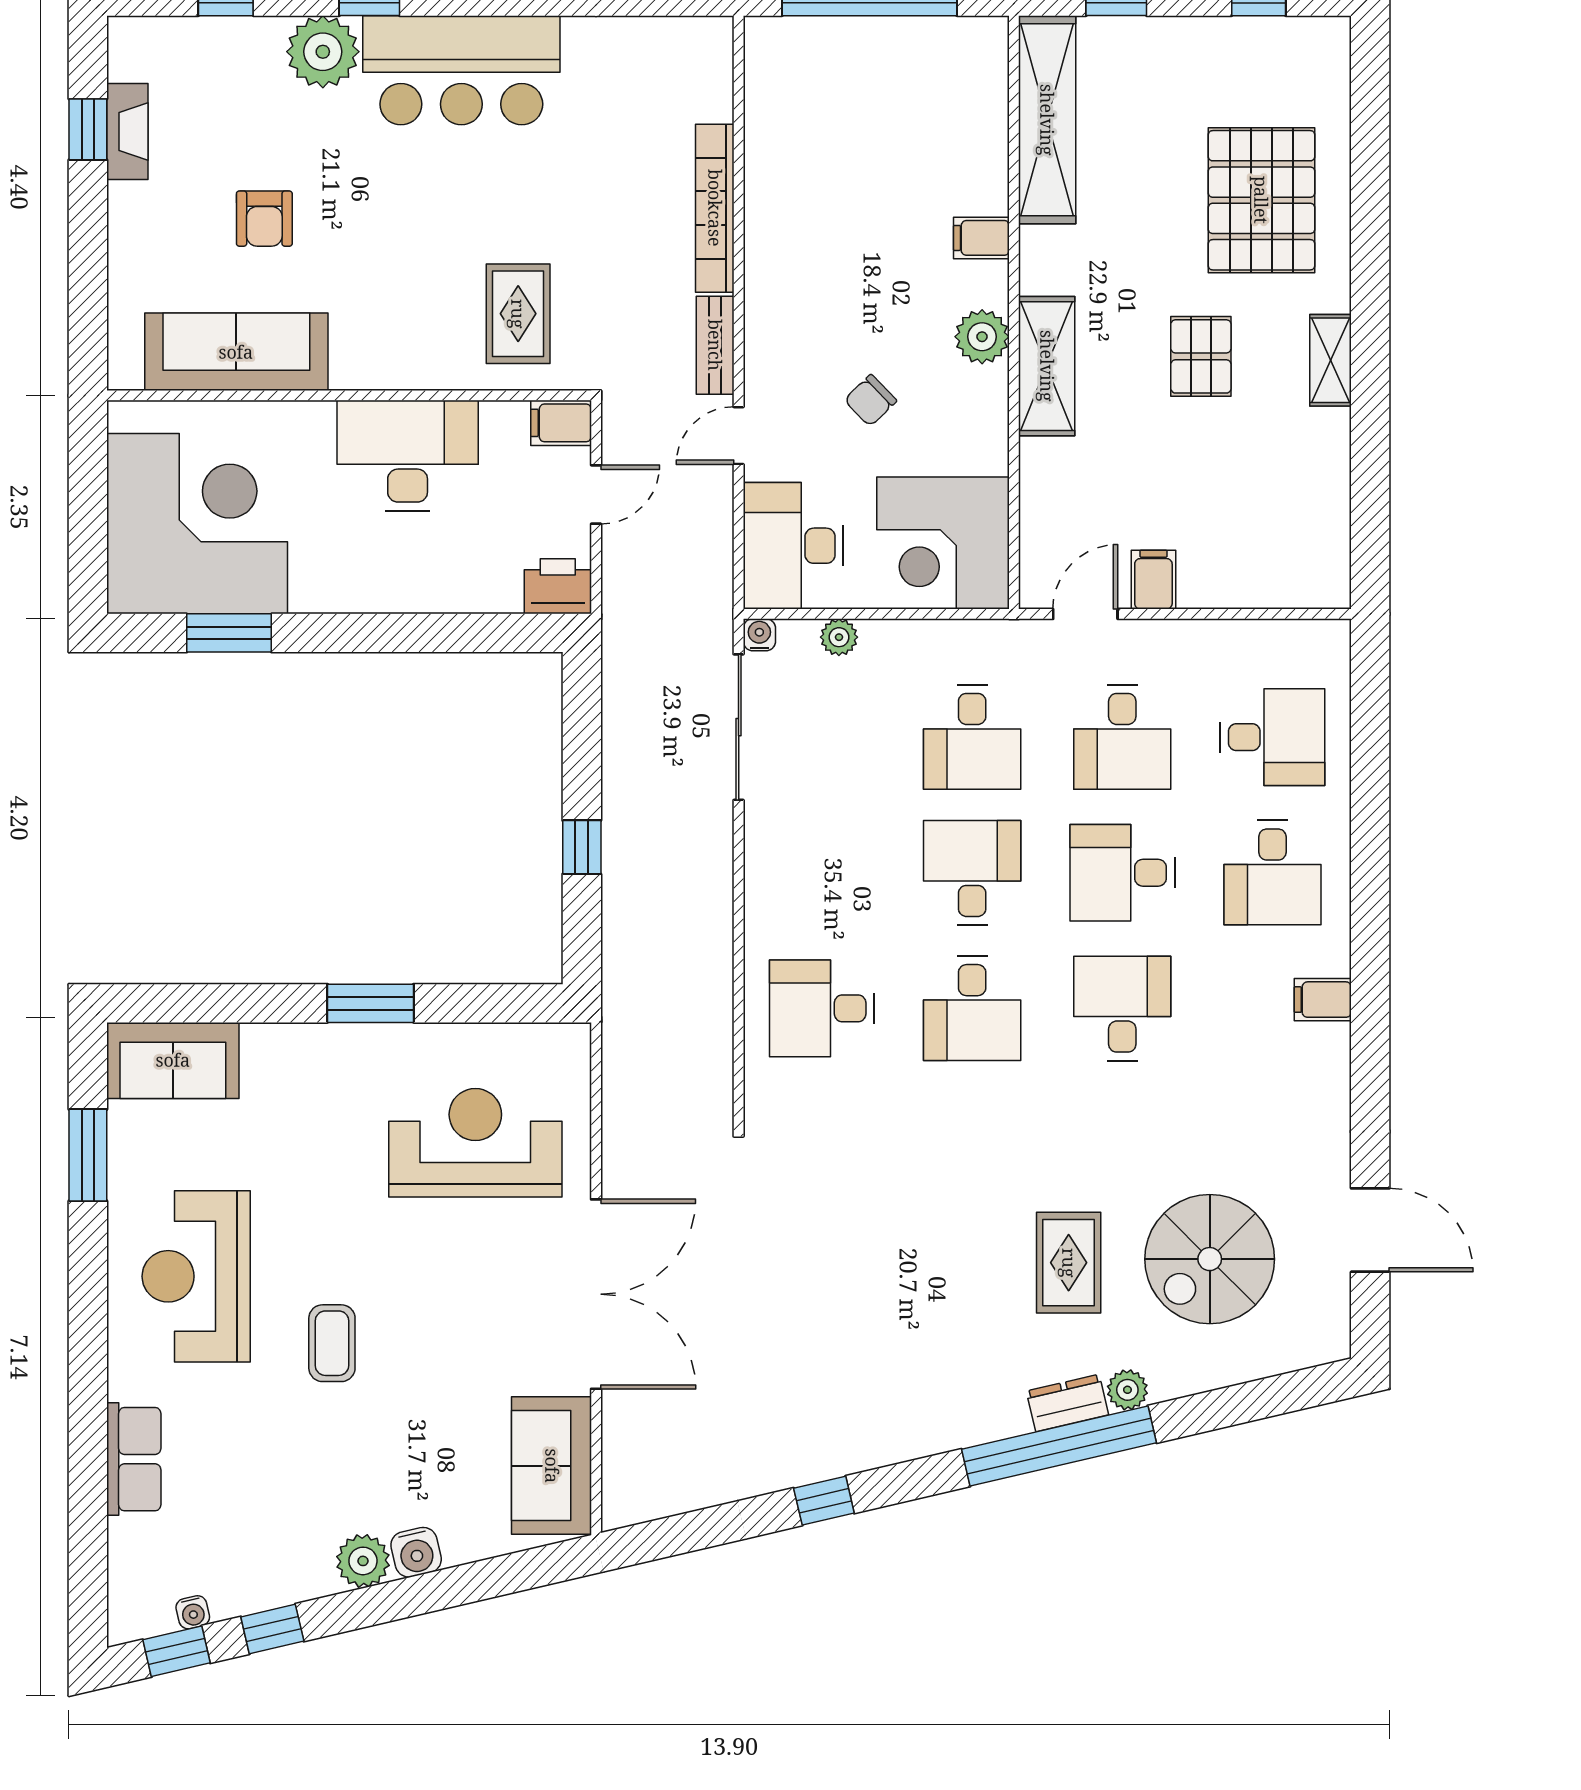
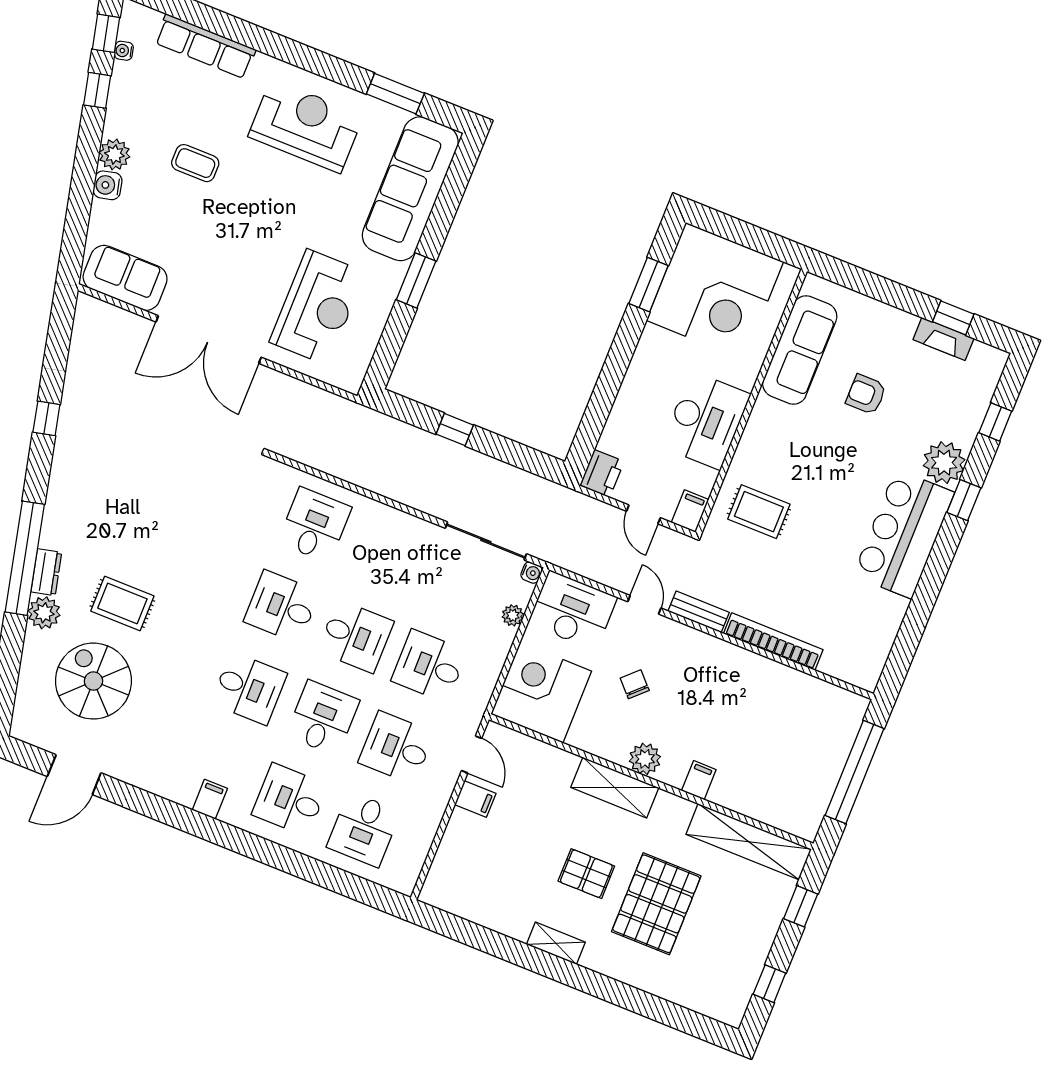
pallet: (1261, 200) -> (656, 904), moved, turned 90
sofa: (173, 1060) -> (410, 189), width x1.85, depth x1.27
coffee table: (332, 1343) -> (195, 163), moved
plant: (1127, 1390) -> (44, 613), width x1.38, depth x1.38
row of seats: (134, 1459) -> (205, 46), width x1.48

